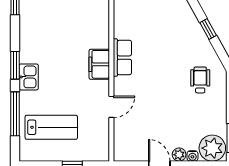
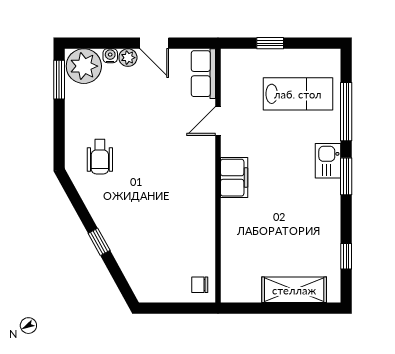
window: (208, 29) -> (99, 242), moved
row of seats: (122, 58) -> (203, 74), moved
lab bench: (51, 127) -> (298, 94), turned 180

